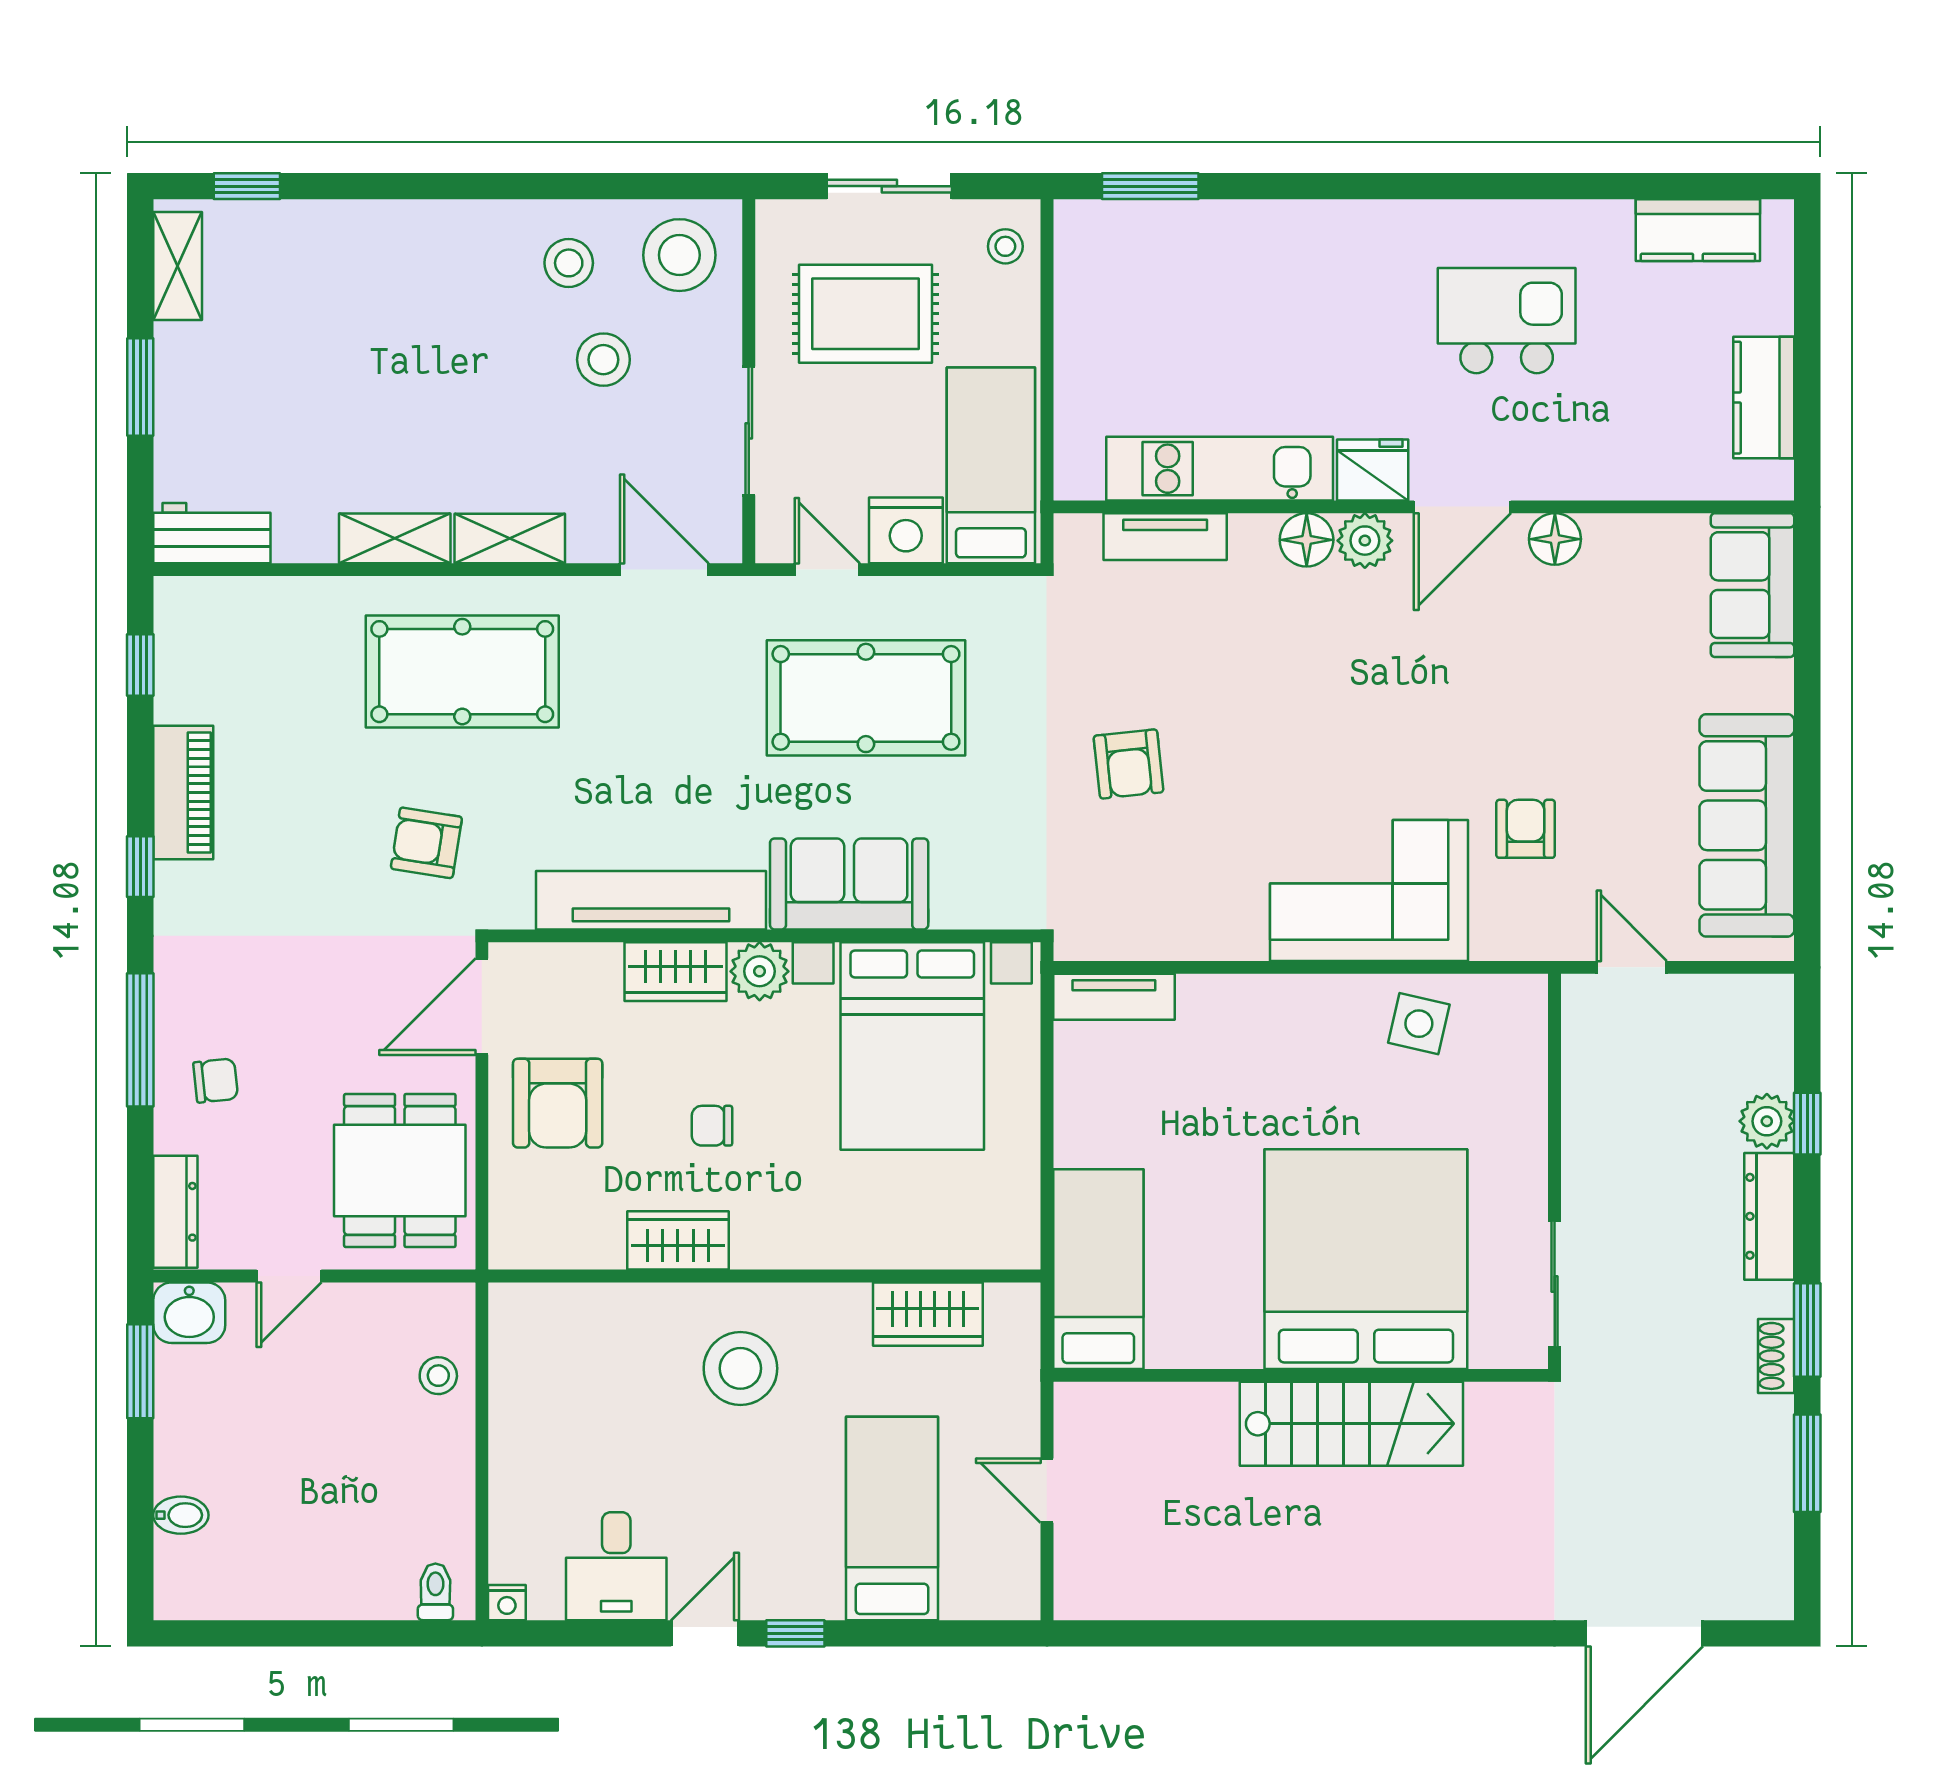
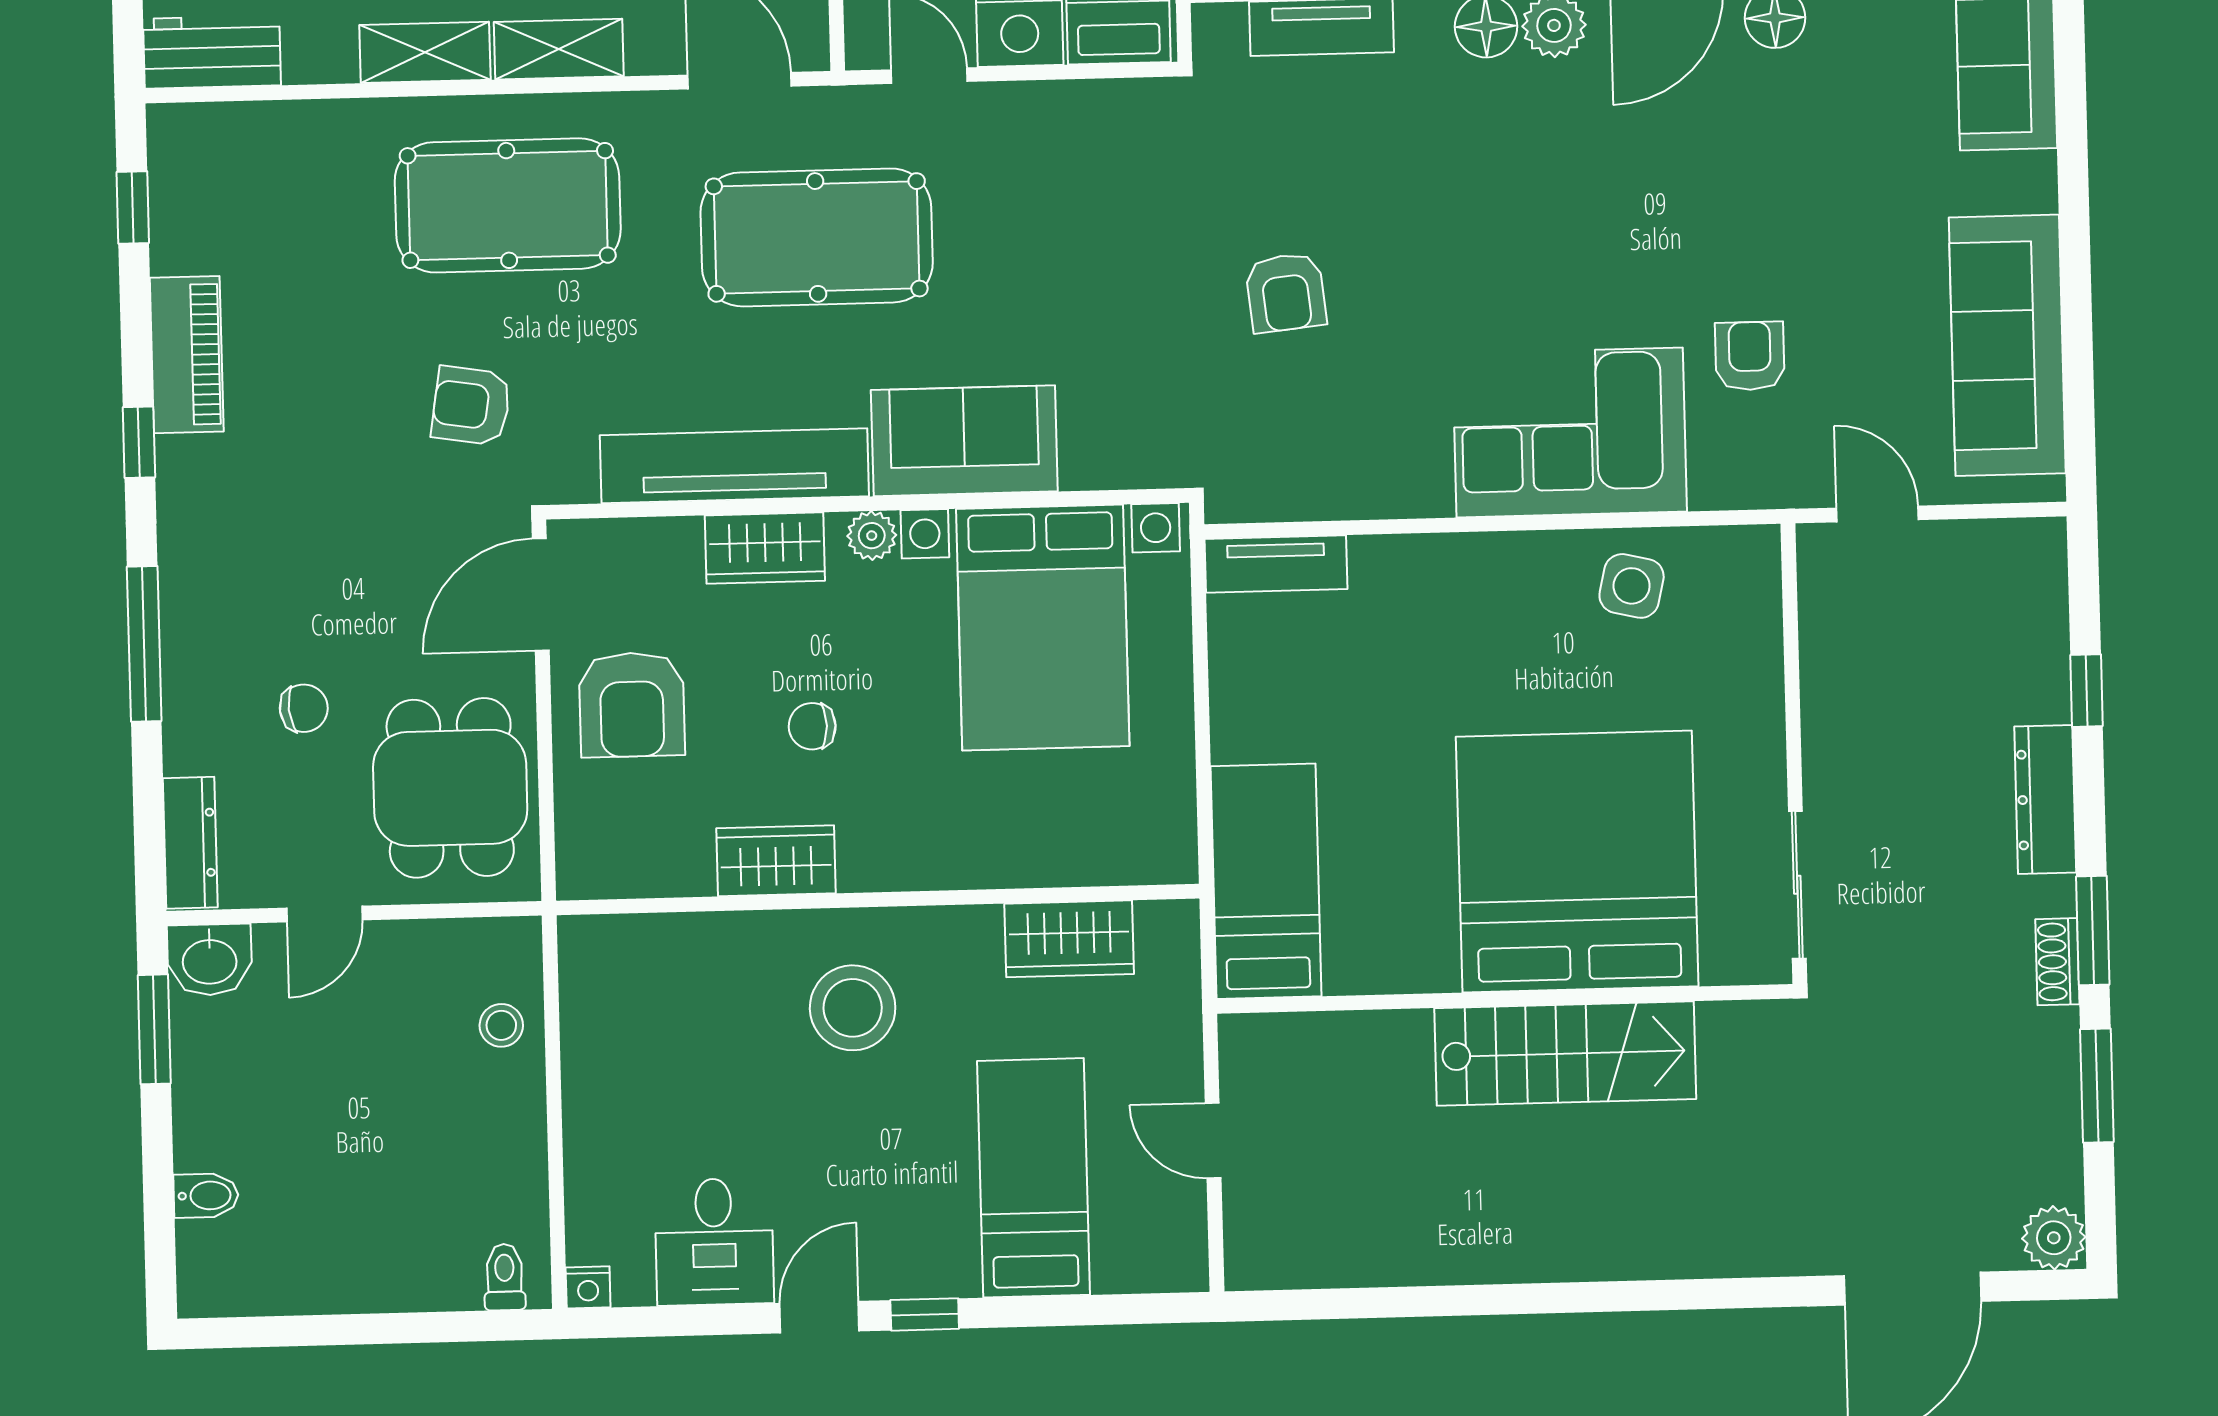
pool table: (866, 698) -> (817, 237), moved
plant: (760, 971) -> (872, 536), width x0.73, depth x0.73
chair: (216, 1081) -> (304, 708), moved
plant: (1767, 1121) -> (2054, 1238), moved

